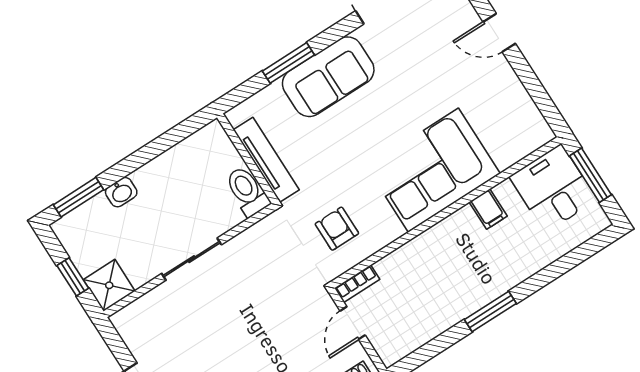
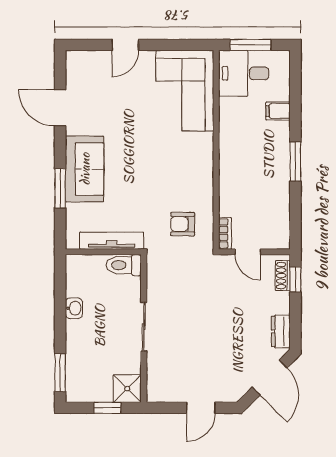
corner sofa: (433, 170) -> (185, 91), moved
washbasin: (121, 192) -> (74, 308), moved
filing cabinet: (488, 209) -> (278, 111), moved, turned 180

